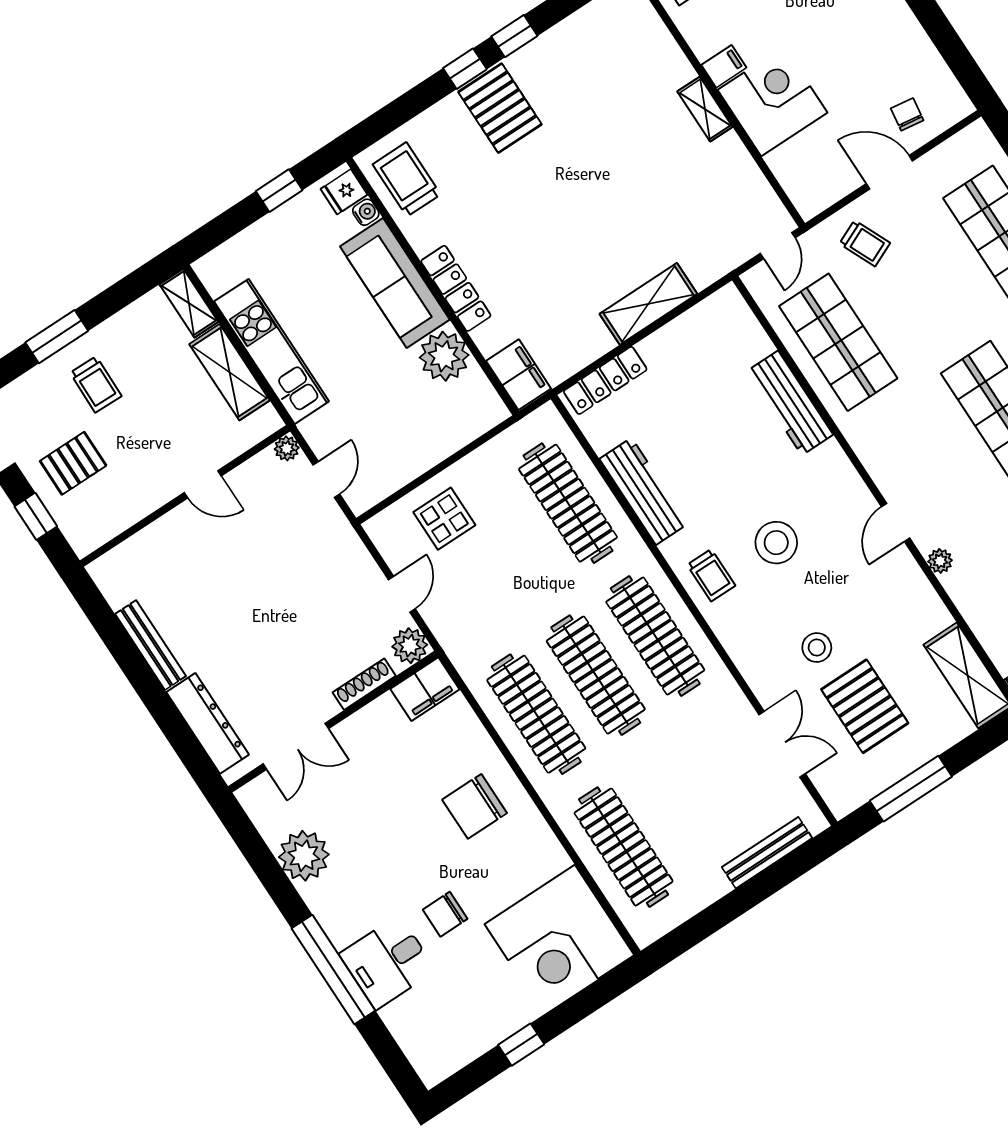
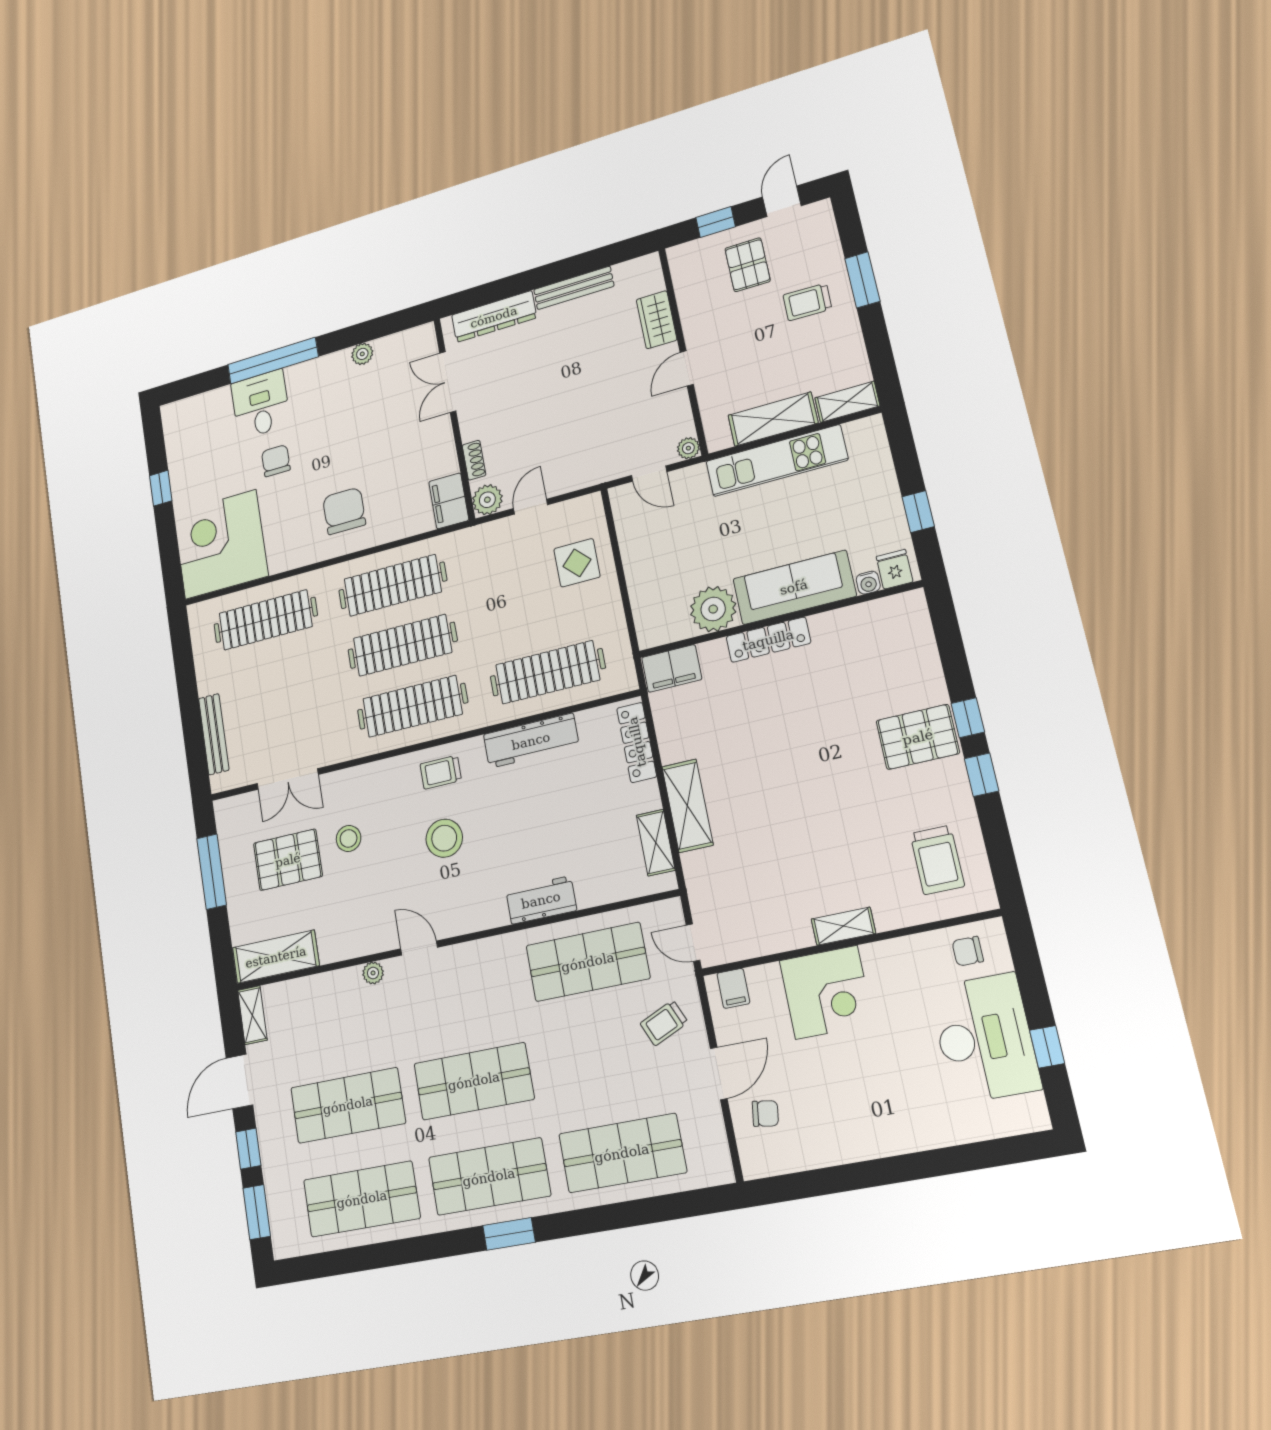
filing cabinet: (724, 66) -> (733, 988), moved
trolley: (407, 179) -> (937, 860), moved, turned 90
shelving: (696, 321) -> (656, 843), added
workbench: (790, 403) -> (541, 900), width x0.73
wardrobe: (160, 538) -> (657, 320), added
door: (402, 594) -> (531, 507), swing flipped
shoe rack: (364, 684) -> (474, 460), width x0.70
plant: (304, 856) -> (362, 354), width x0.53, depth x0.53

